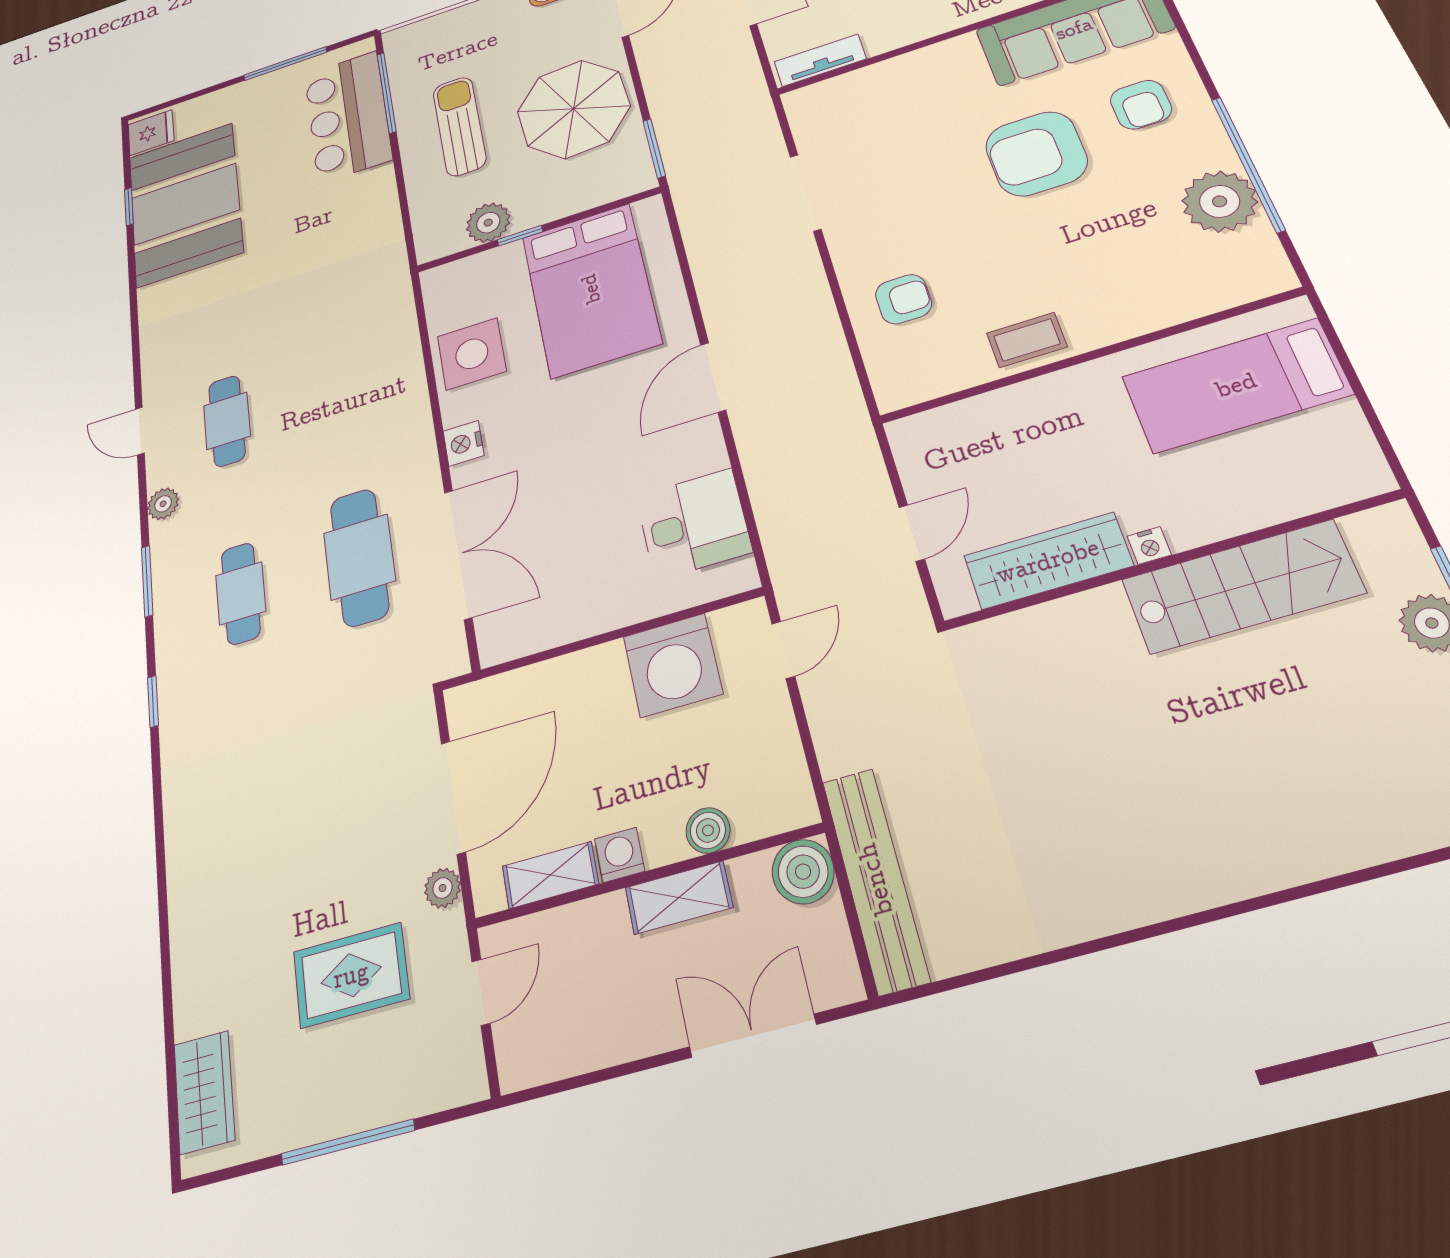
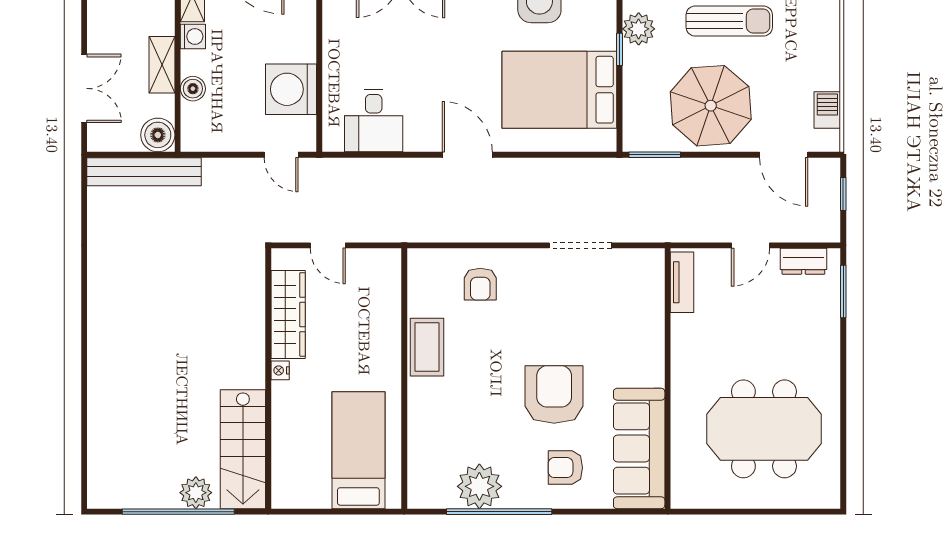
coffee table: (1027, 340) -> (427, 347), width x1.36, depth x1.30
stairs: (1242, 586) -> (243, 449), moved

